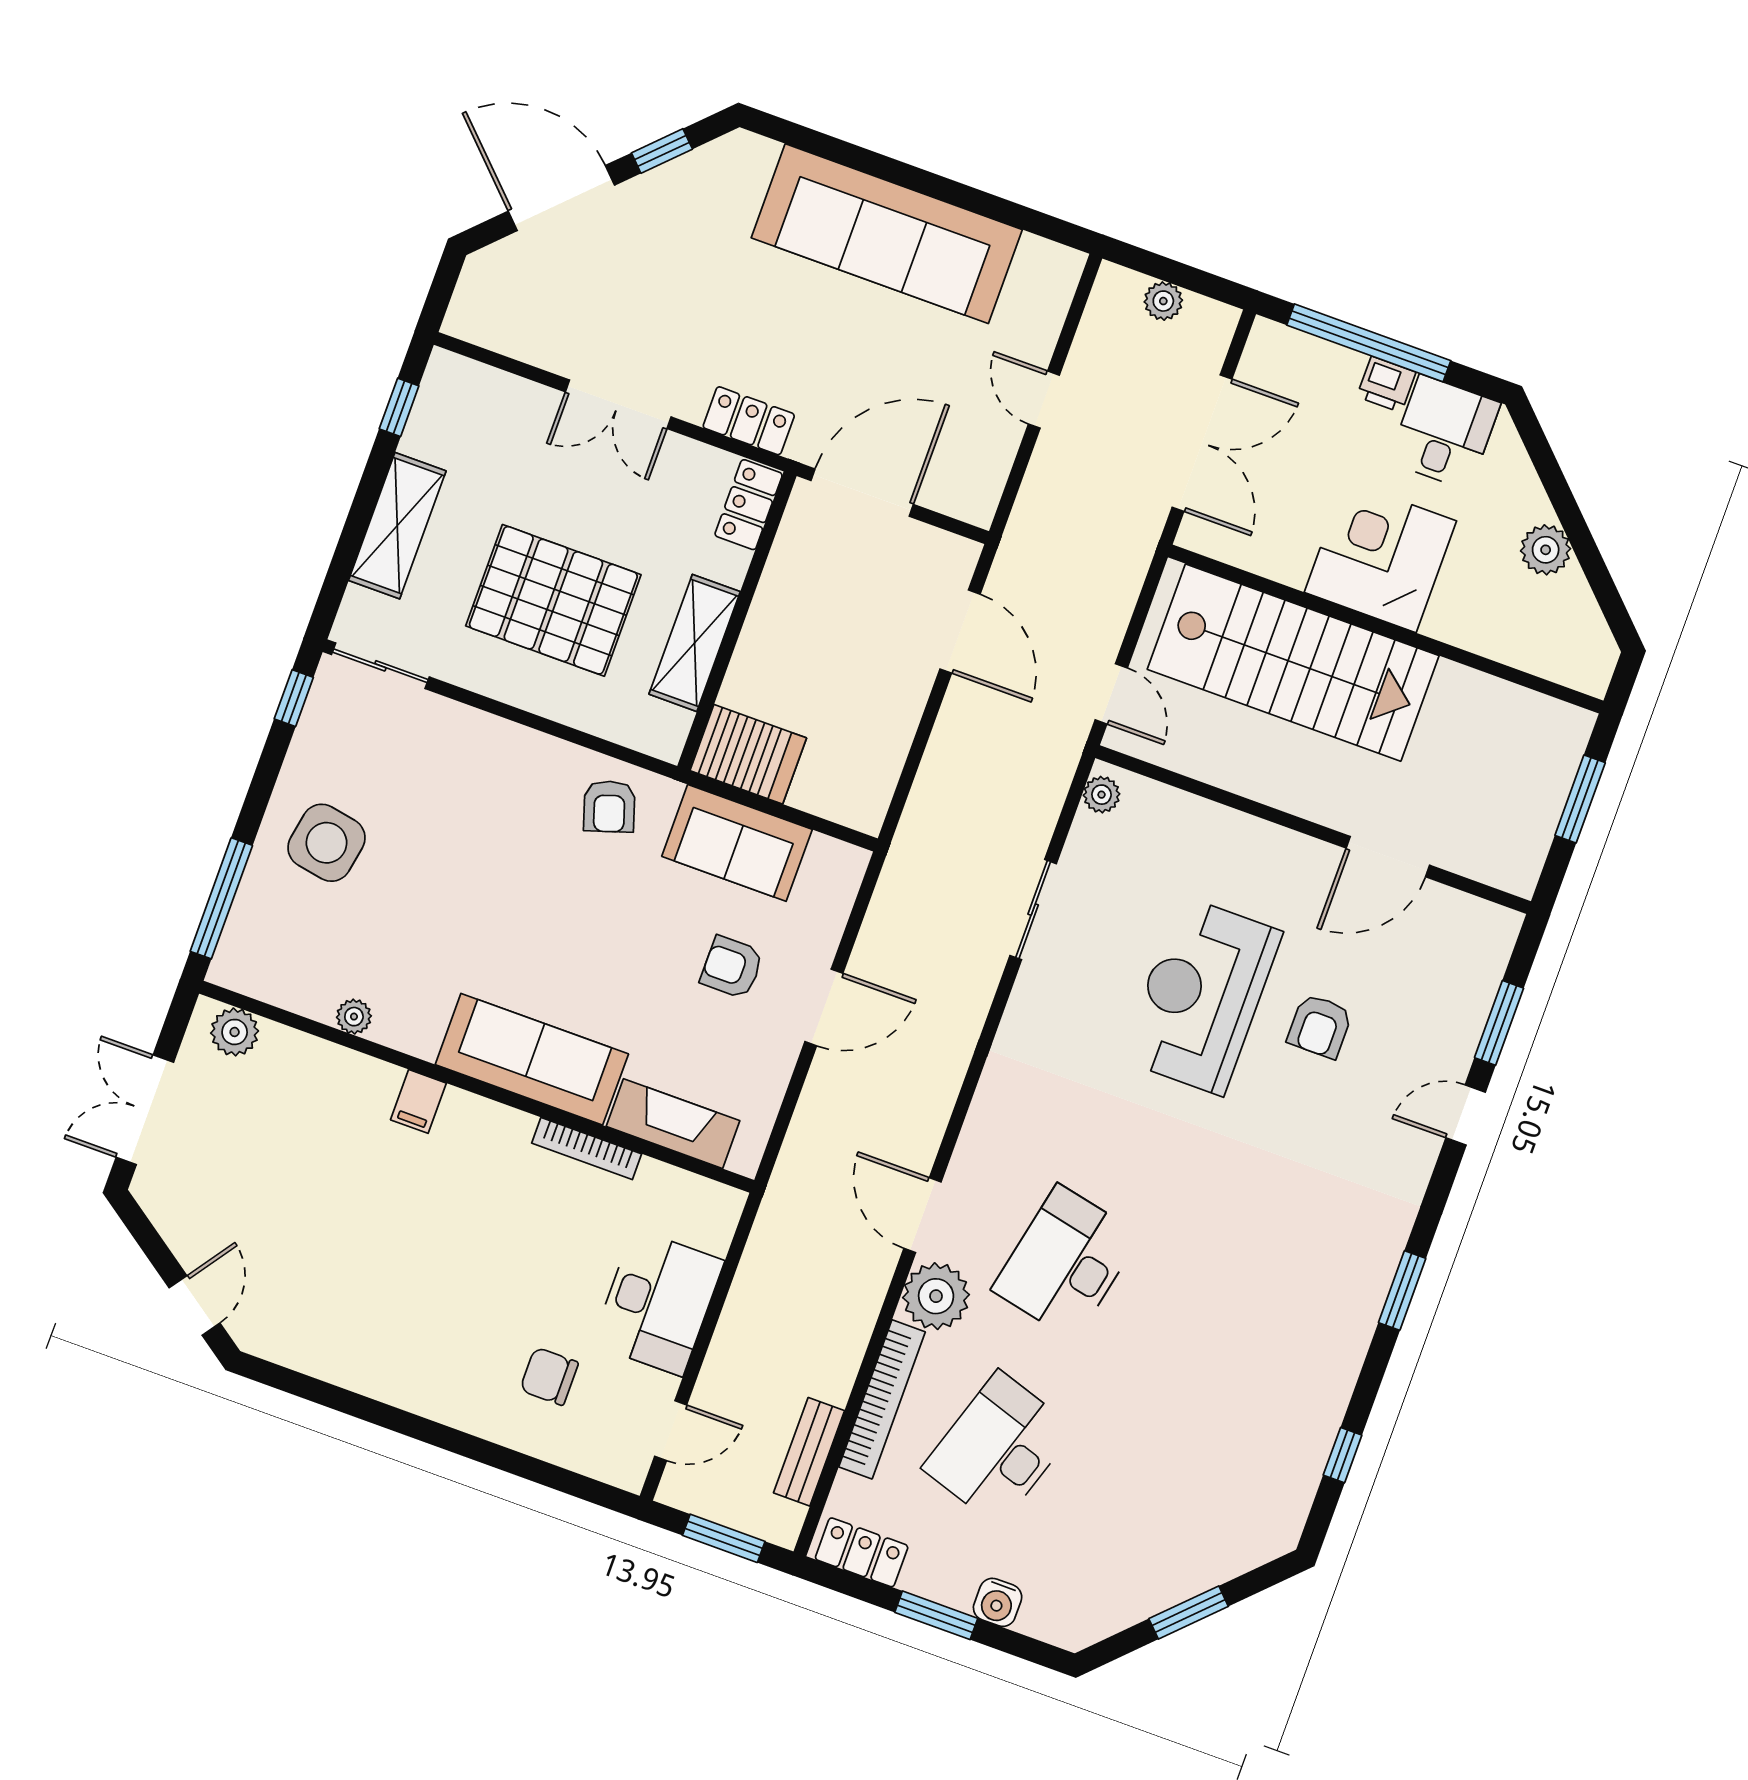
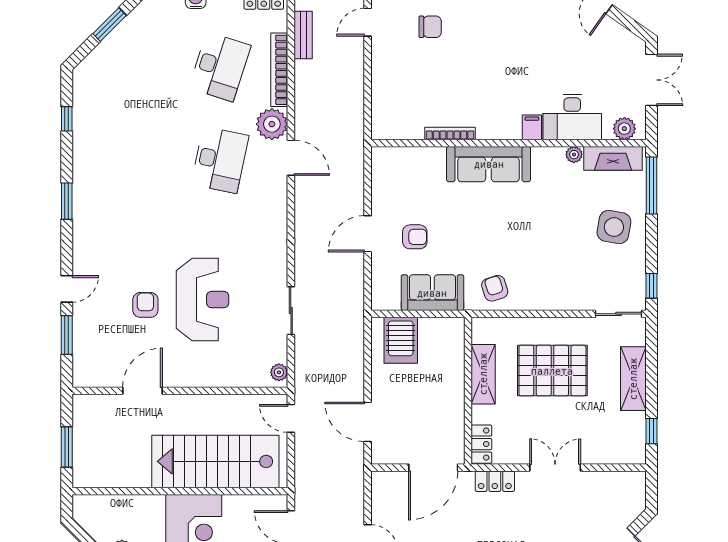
server rack: (748, 754) -> (401, 340), moved, turned -90
fireplace: (673, 1124) -> (613, 158), moved
desk: (658, 1302) -> (572, 117), moved, turned -90

